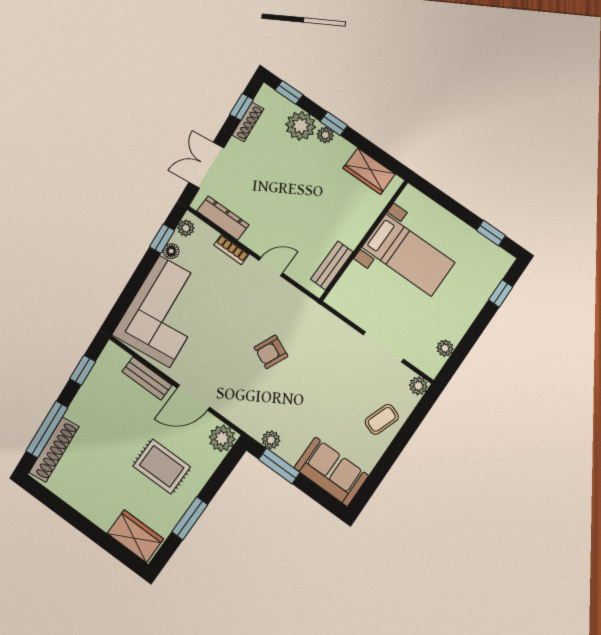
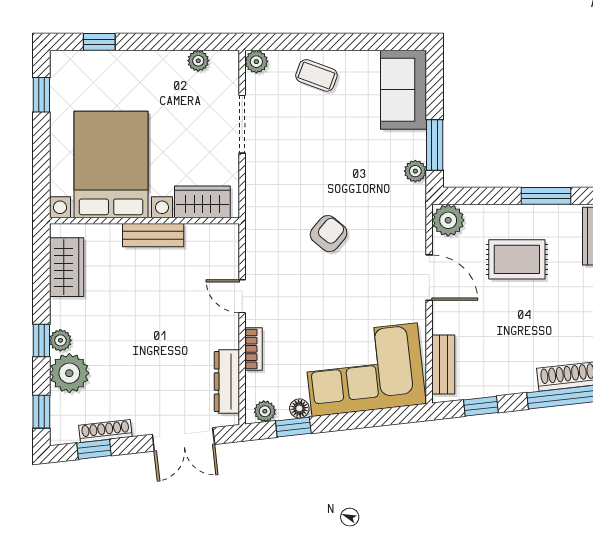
bed with nightstands: (408, 255) -> (111, 165), width x1.36
bench: (332, 265) -> (153, 235), moved
wardrobe: (350, 285) -> (202, 202), added
armchair: (271, 352) -> (329, 234), turned -74
bench: (147, 378) -> (443, 364), moved
rug: (162, 466) -> (517, 259), turned 90

